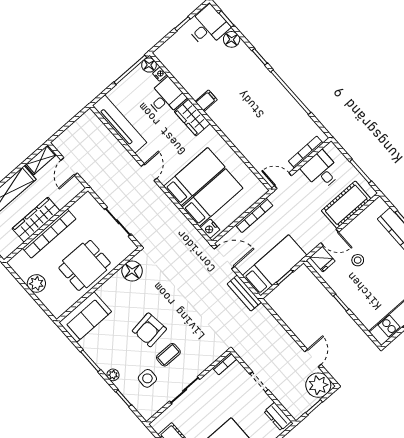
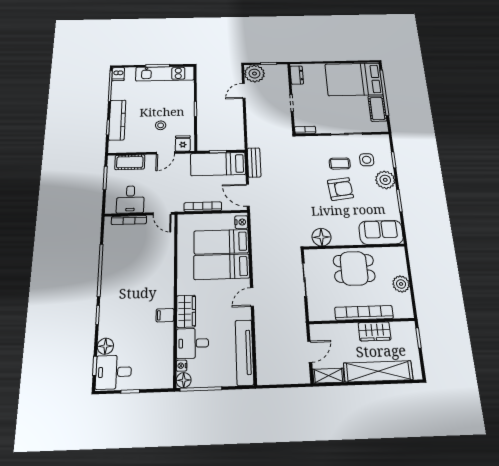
cot: (346, 205) -> (130, 162), width x0.73, depth x0.75
wardrobe: (36, 220) -> (374, 331), width x0.67
door: (330, 237) -> (165, 153), swing flipped
plant: (113, 375) -> (385, 180), width x1.87, depth x1.87

